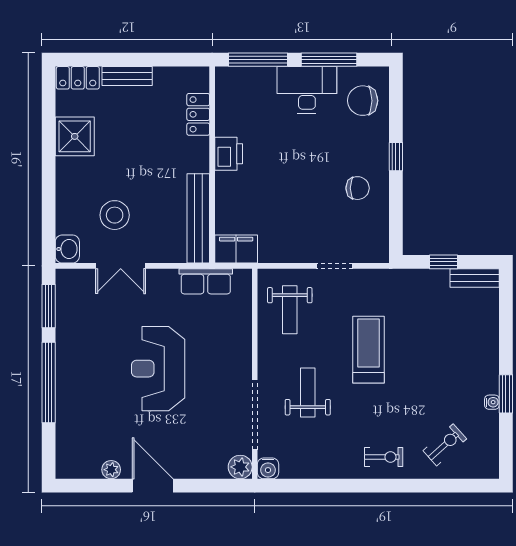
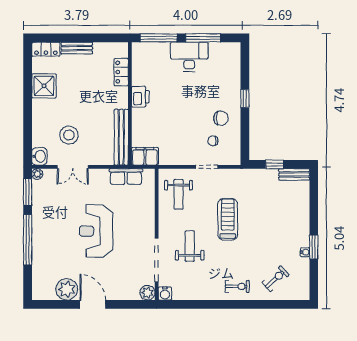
chair: (363, 101) -> (213, 141), moved, width x0.54, depth x0.54
plant: (64, 277) -> (37, 174), added
plant: (111, 470) -> (67, 289), width x1.88, depth x1.88

